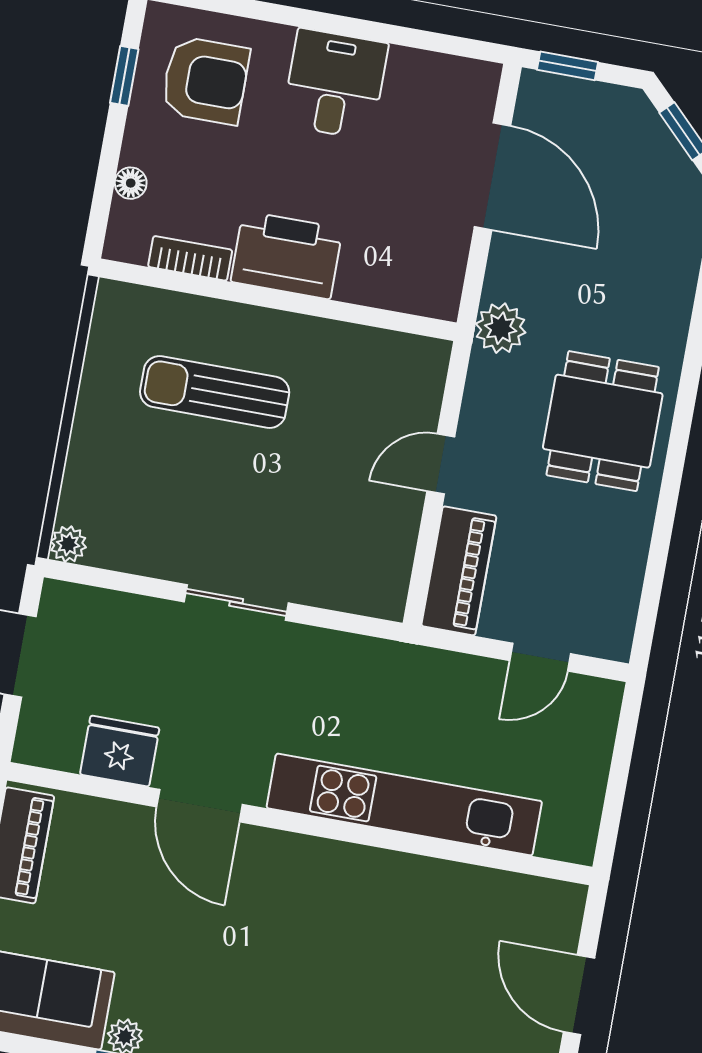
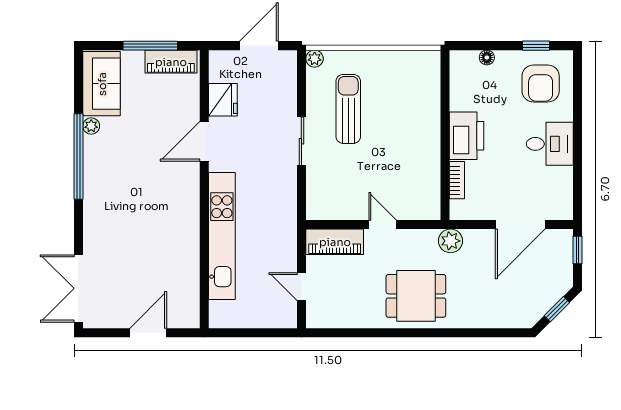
bookcase: (190, 258) -> (457, 180), moved
sun lounger: (215, 392) -> (348, 109), moved

